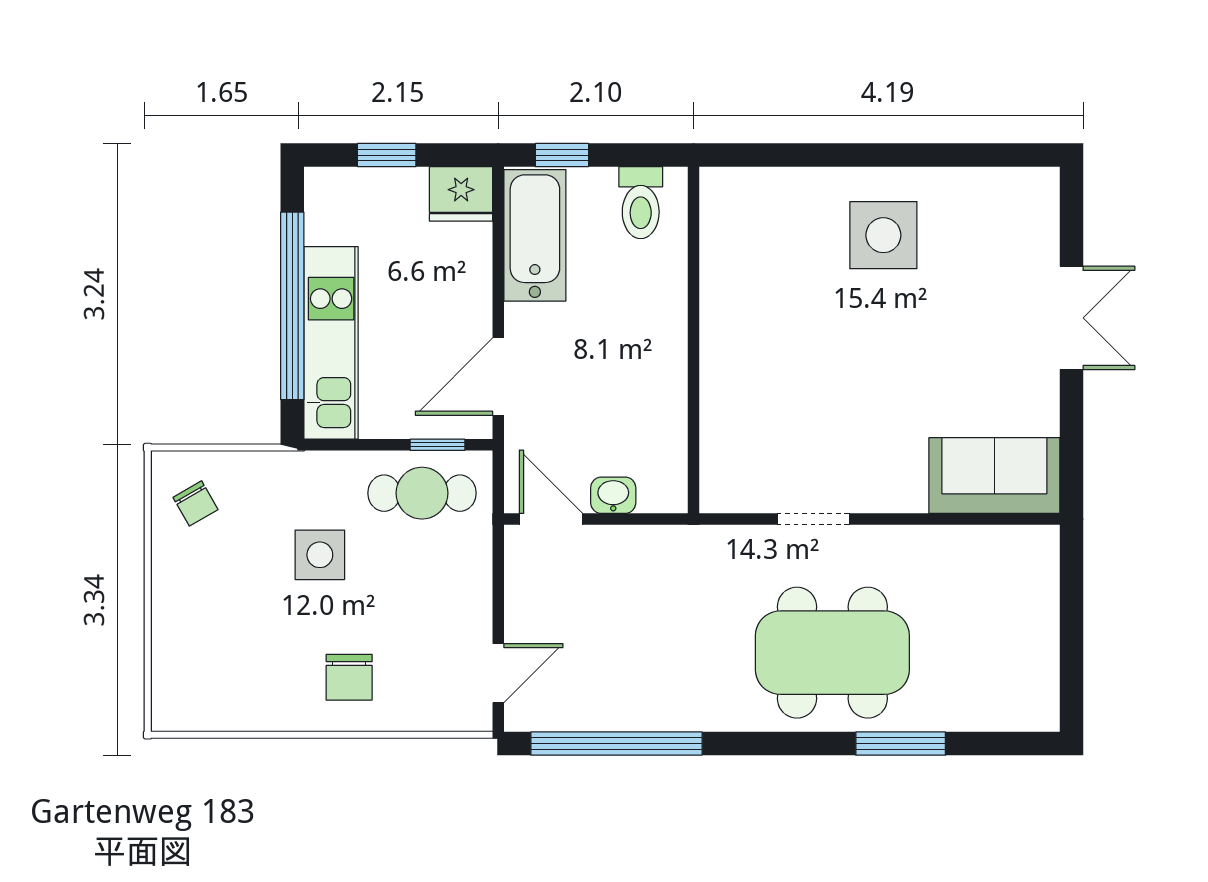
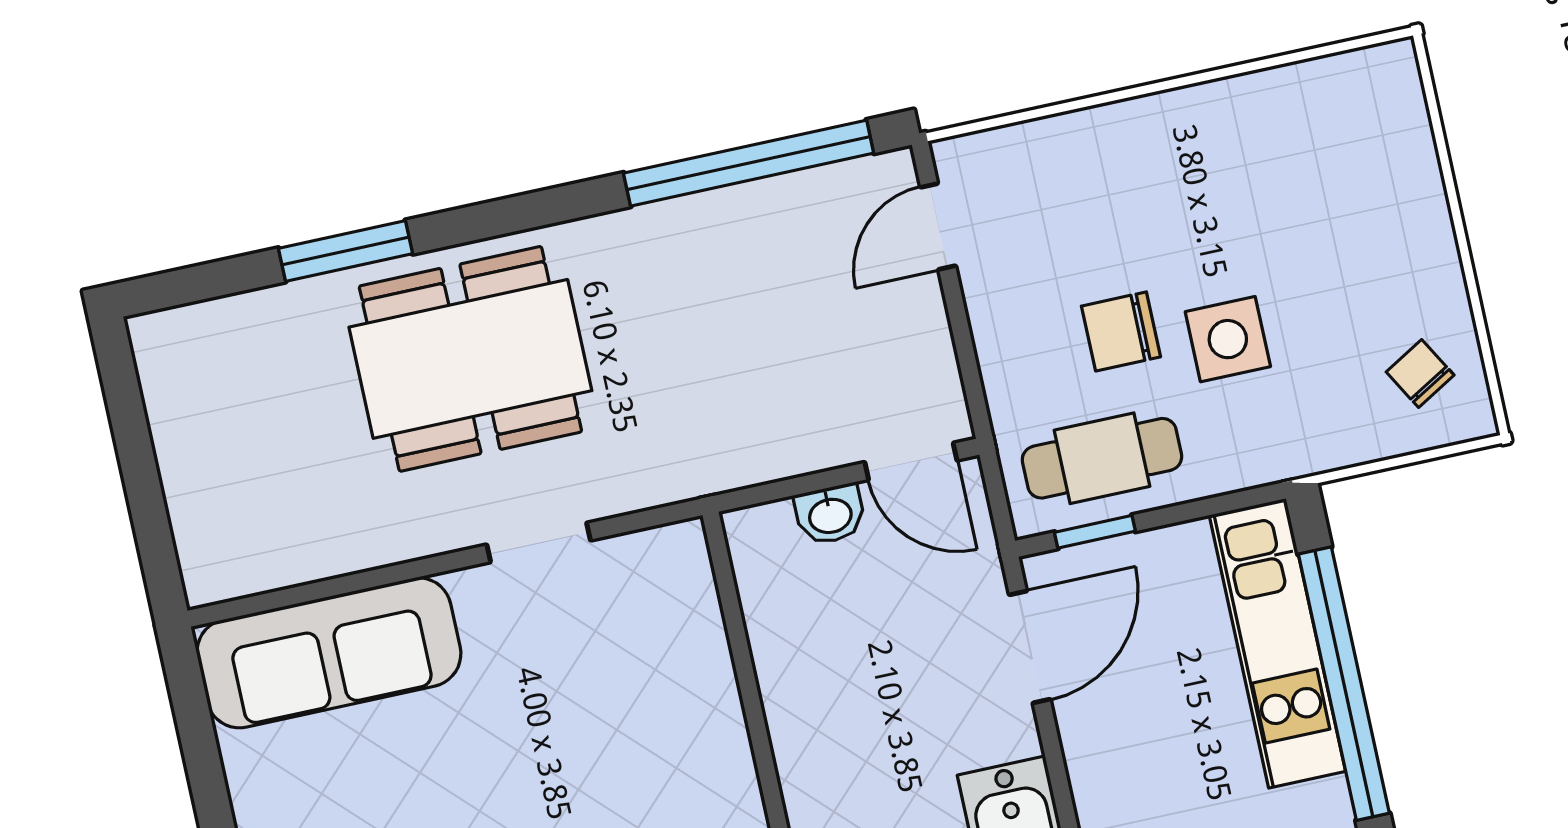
sofa: (994, 476) -> (329, 653), width x1.36
chair: (349, 677) -> (1121, 331), moved, turned -90

